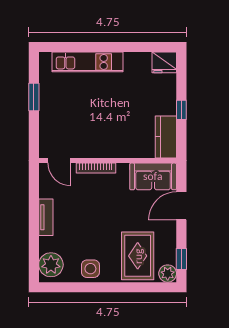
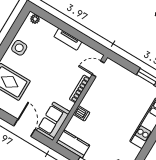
dishwasher: (124, 149) -> (81, 113), added
plant: (51, 265) -> (35, 19), width x0.53, depth x0.53

